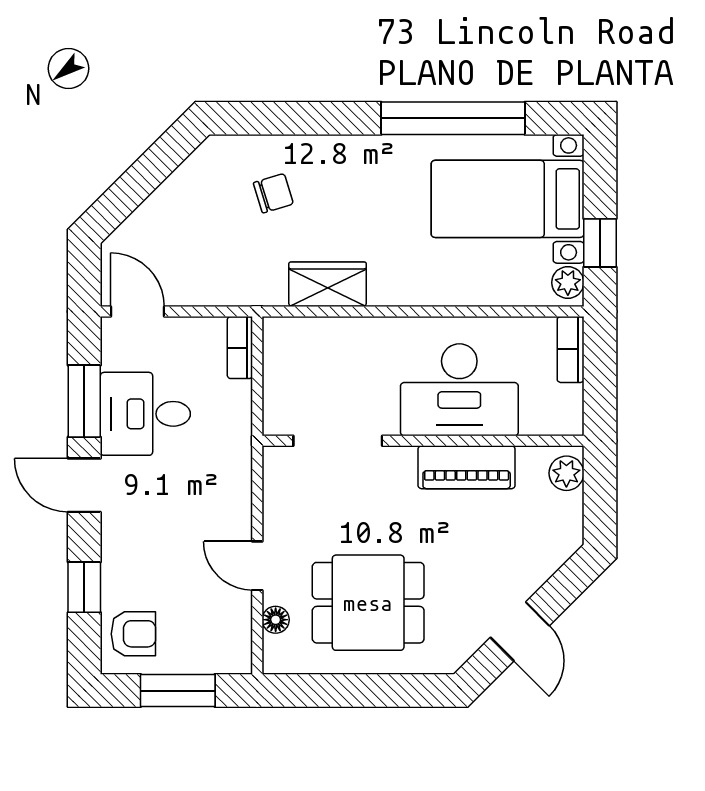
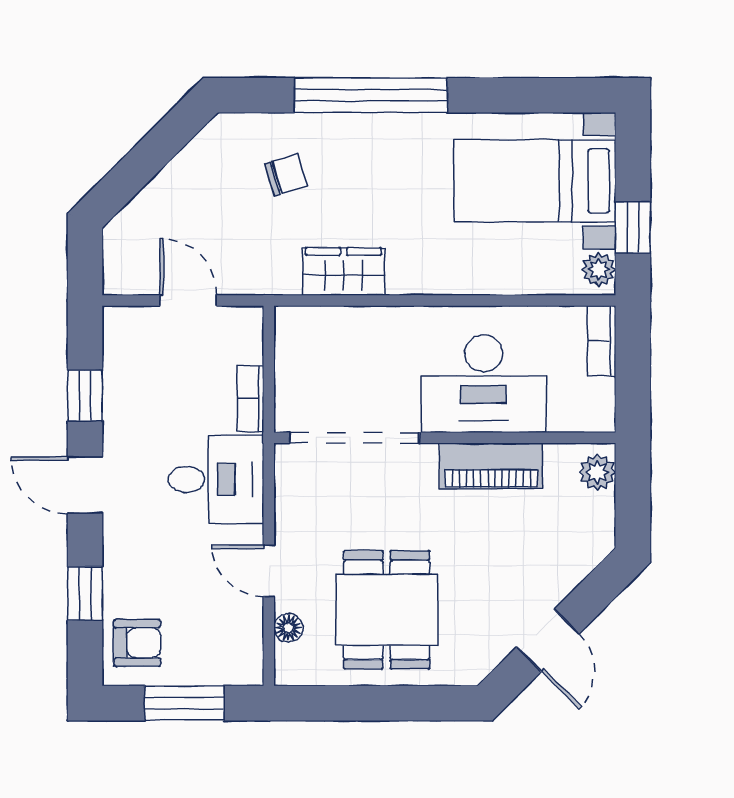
window: (453, 118) -> (371, 95), moved
door: (138, 311) -> (188, 300), moved
bookcase: (240, 348) -> (250, 399), moved
window: (84, 401) -> (85, 396), width x0.67
desk: (145, 414) -> (216, 479), moved, turned 180
doorway: (338, 441) -> (354, 438), width x1.36
dining table: (368, 603) -> (387, 610), turned 90

